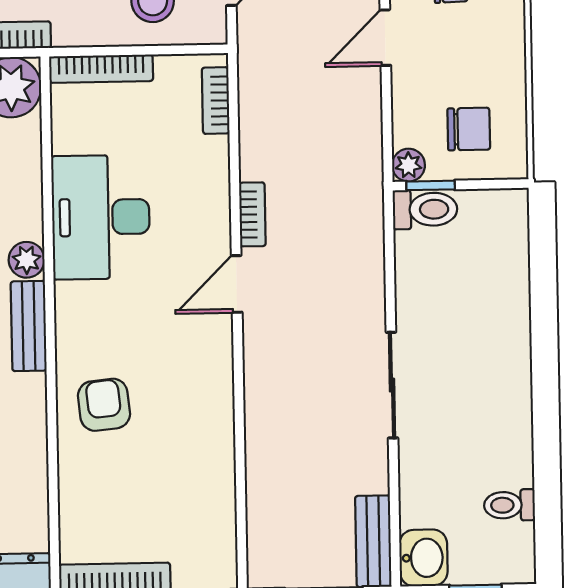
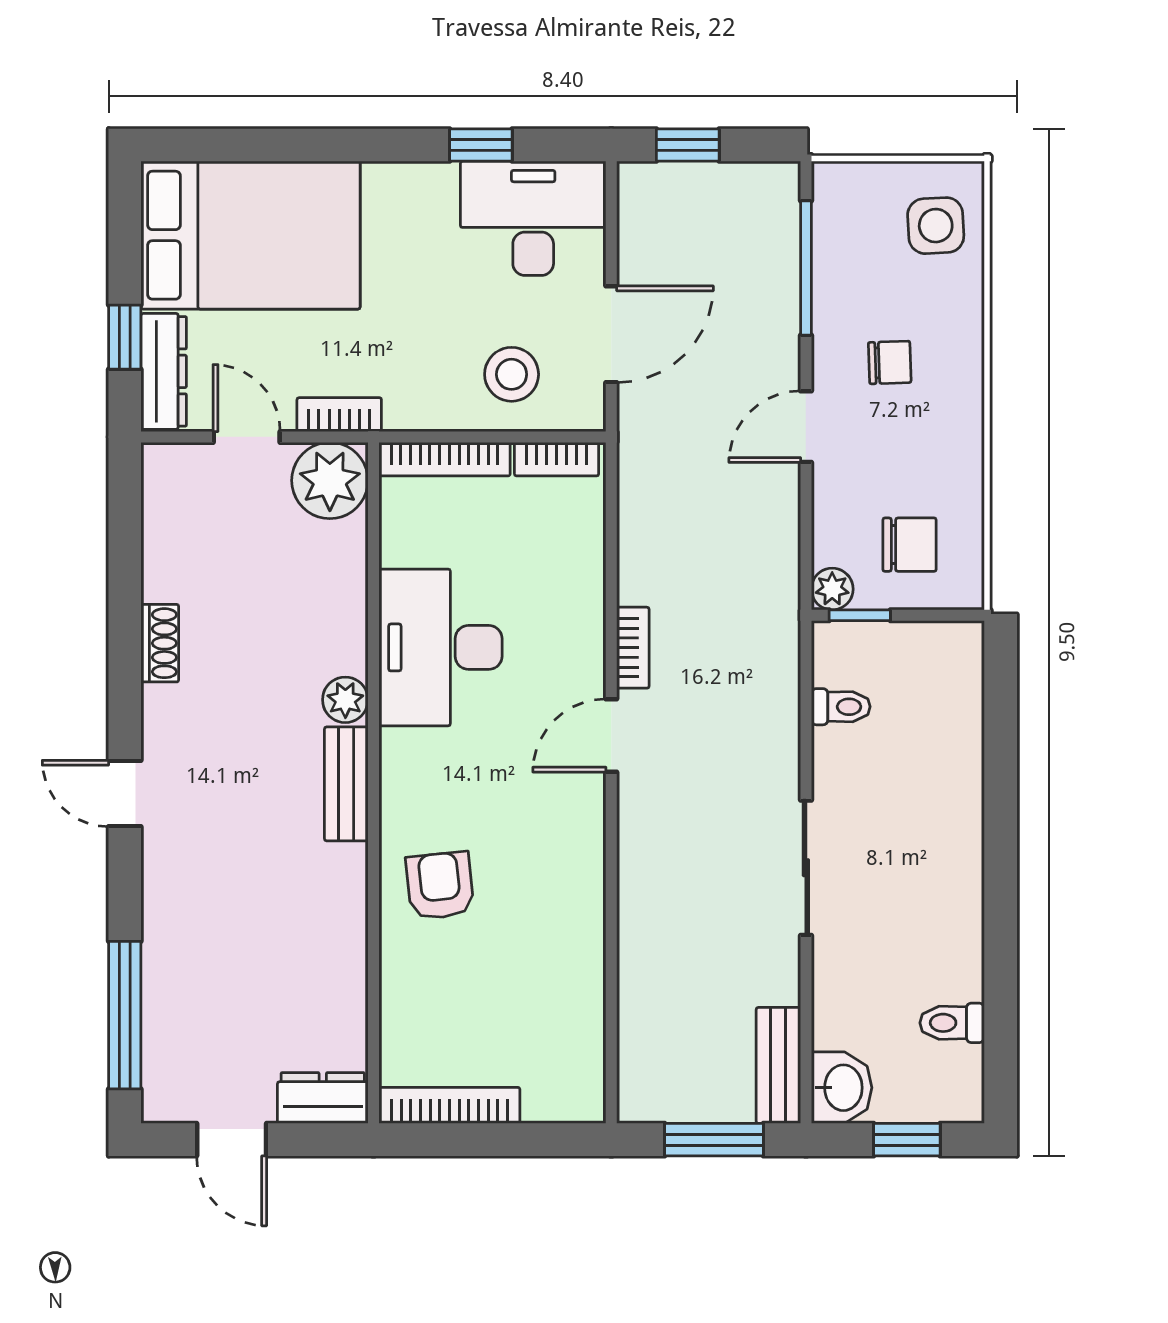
bookcase: (216, 101) -> (557, 459), moved, turned -90
toilet: (425, 209) -> (841, 707), moved, width x0.73, depth x0.72

